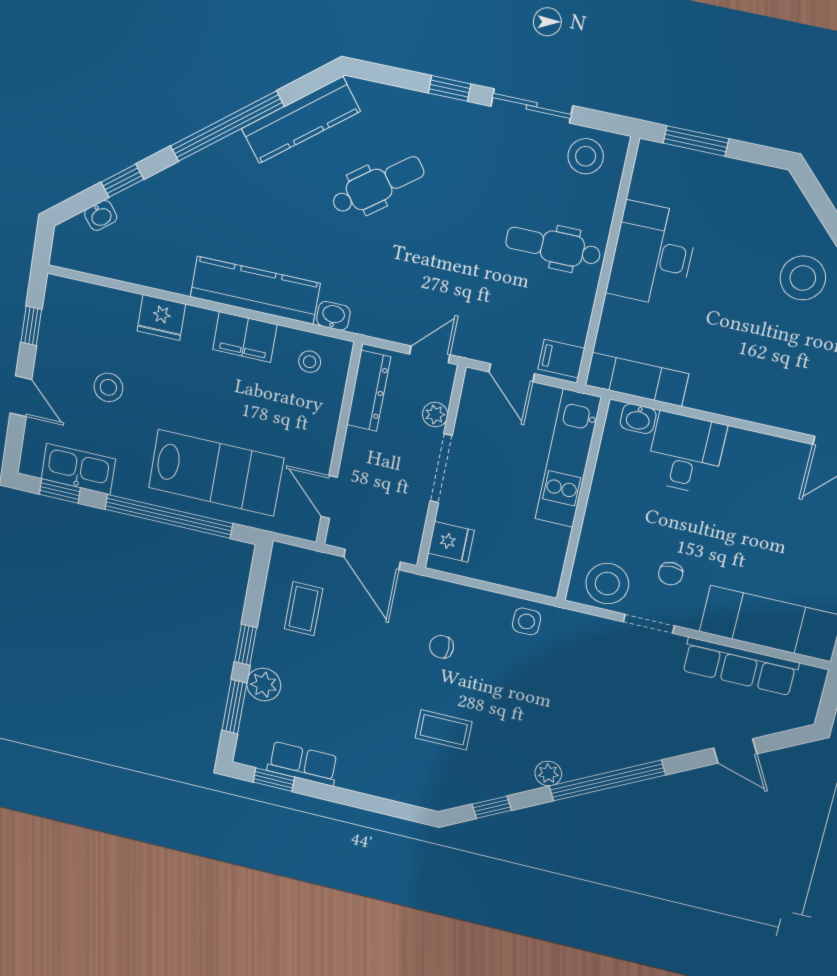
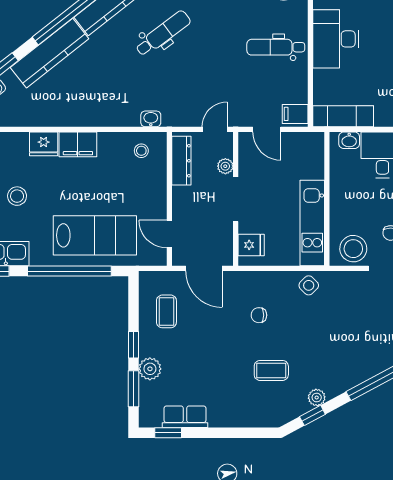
kitchen counter: (255, 290) -> (50, 53), moved, turned 142
filing cabinet: (245, 337) -> (78, 144), moved
kitchen unit: (568, 458) -> (312, 223), moved
side table: (526, 621) -> (309, 285), turned 45
plant: (548, 773) -> (317, 398), moved

